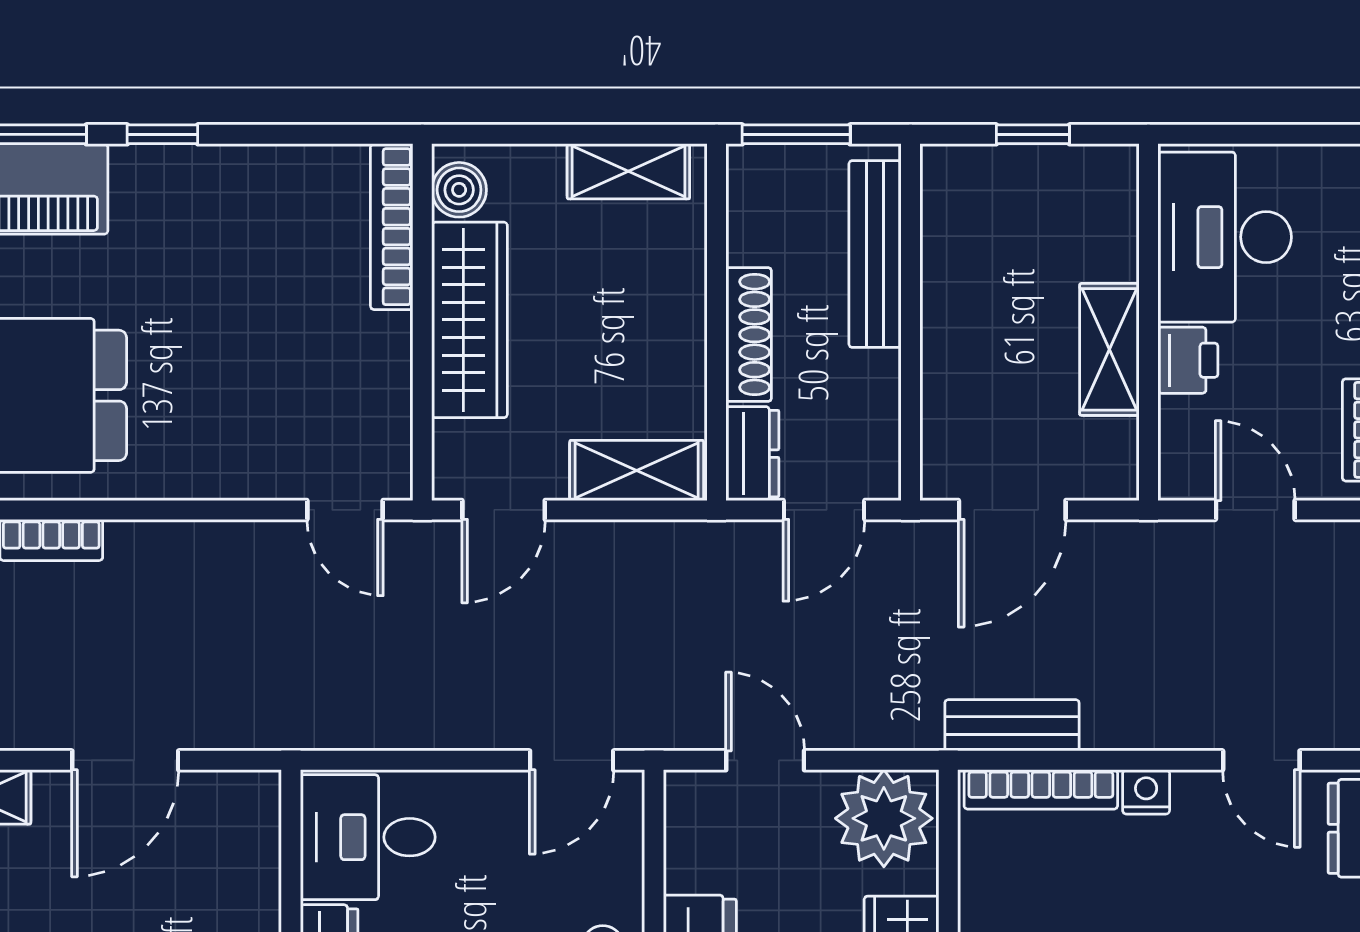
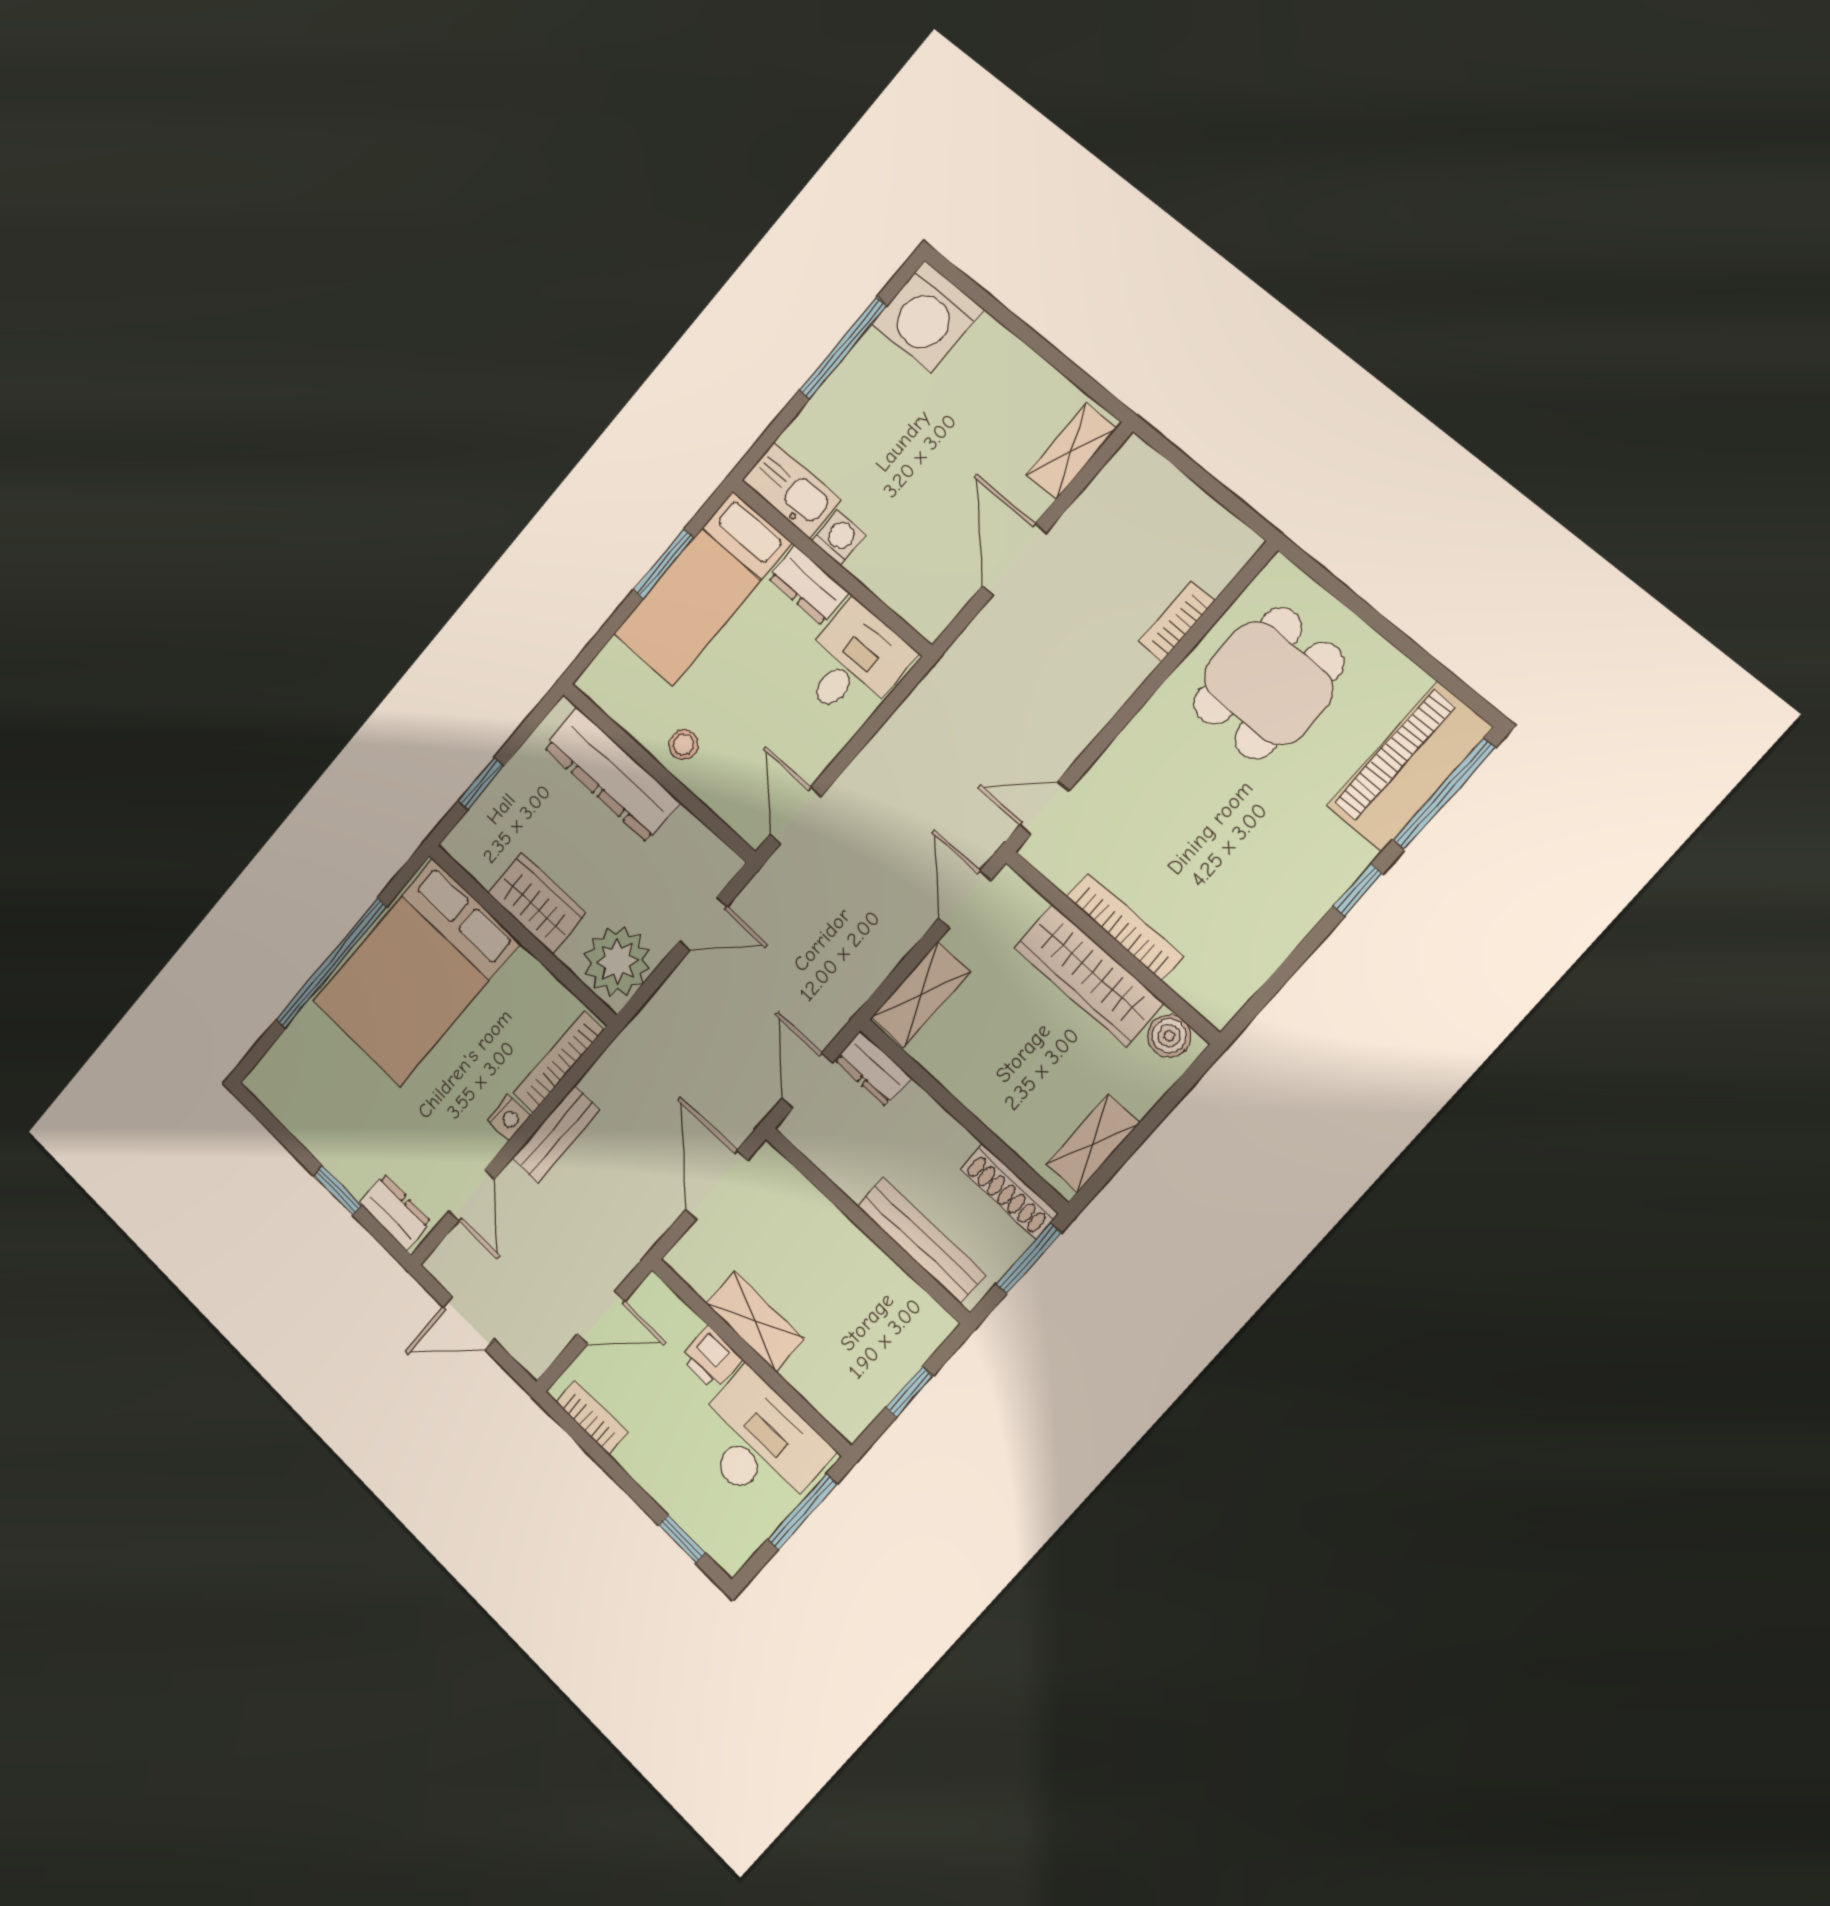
window: (1249, 134) -> (802, 1512), added
bookcase: (392, 227) -> (1125, 927), moved
shoe rack: (749, 335) -> (1009, 1192), moved
bench: (1012, 725) -> (556, 1134), moved
door: (1261, 760) -> (472, 1195), swing flipped

